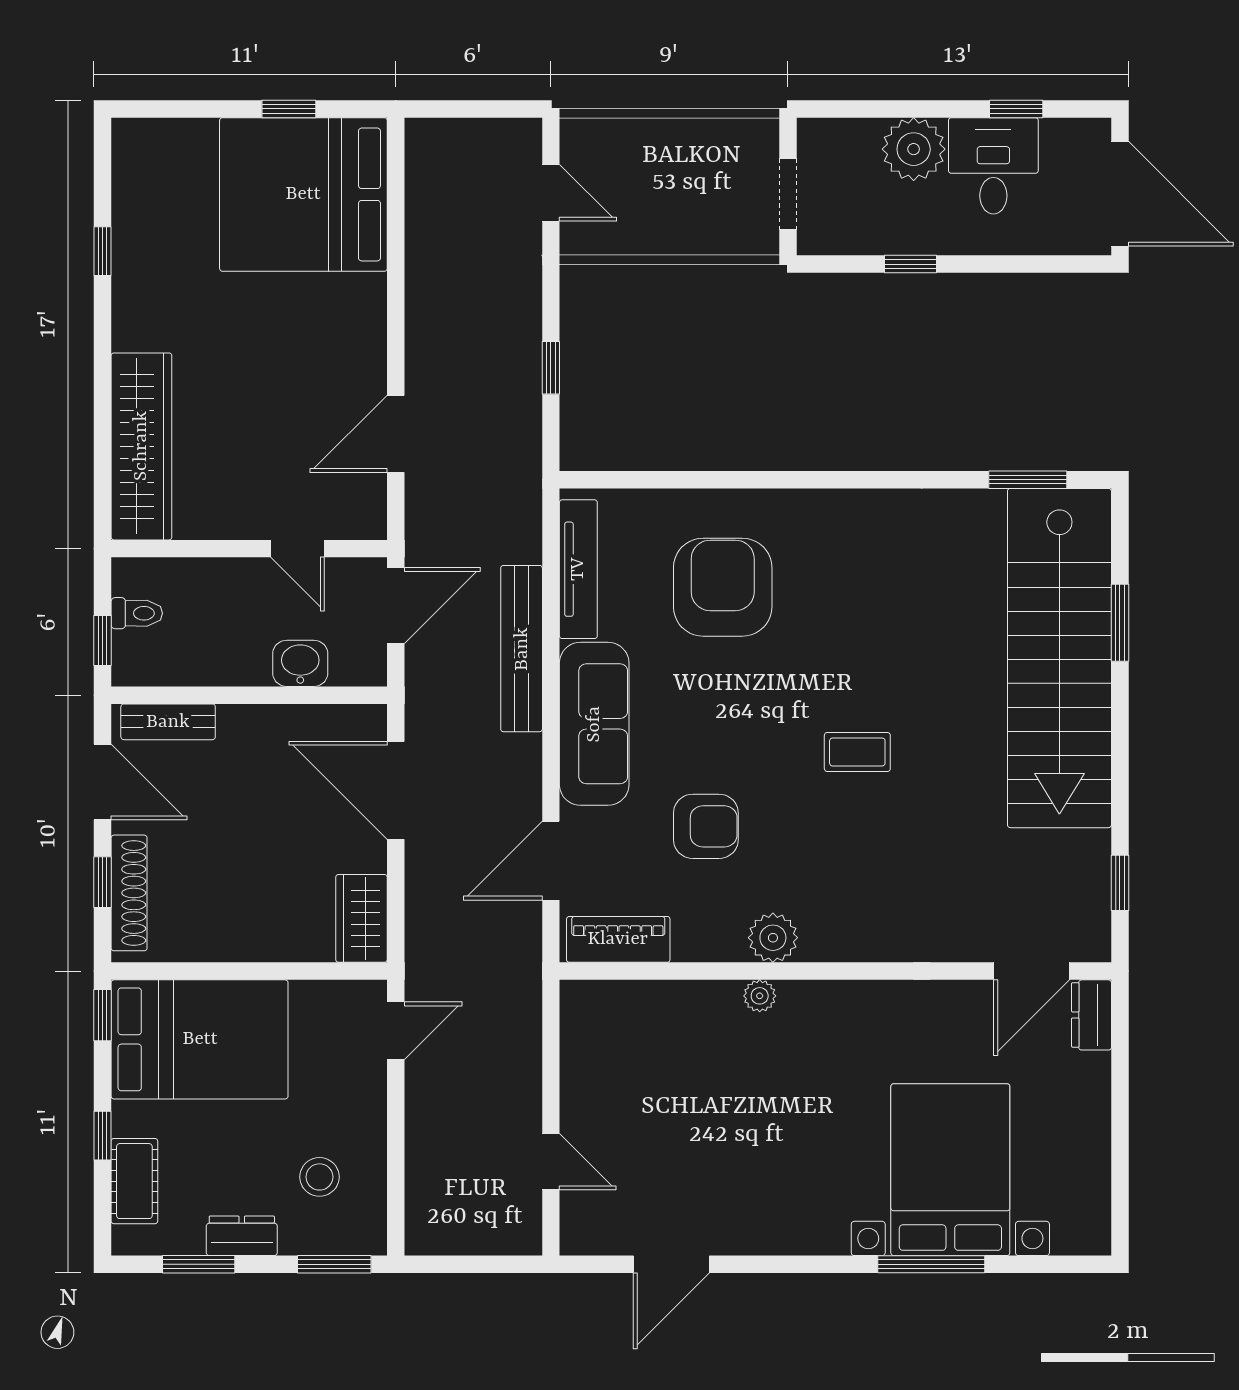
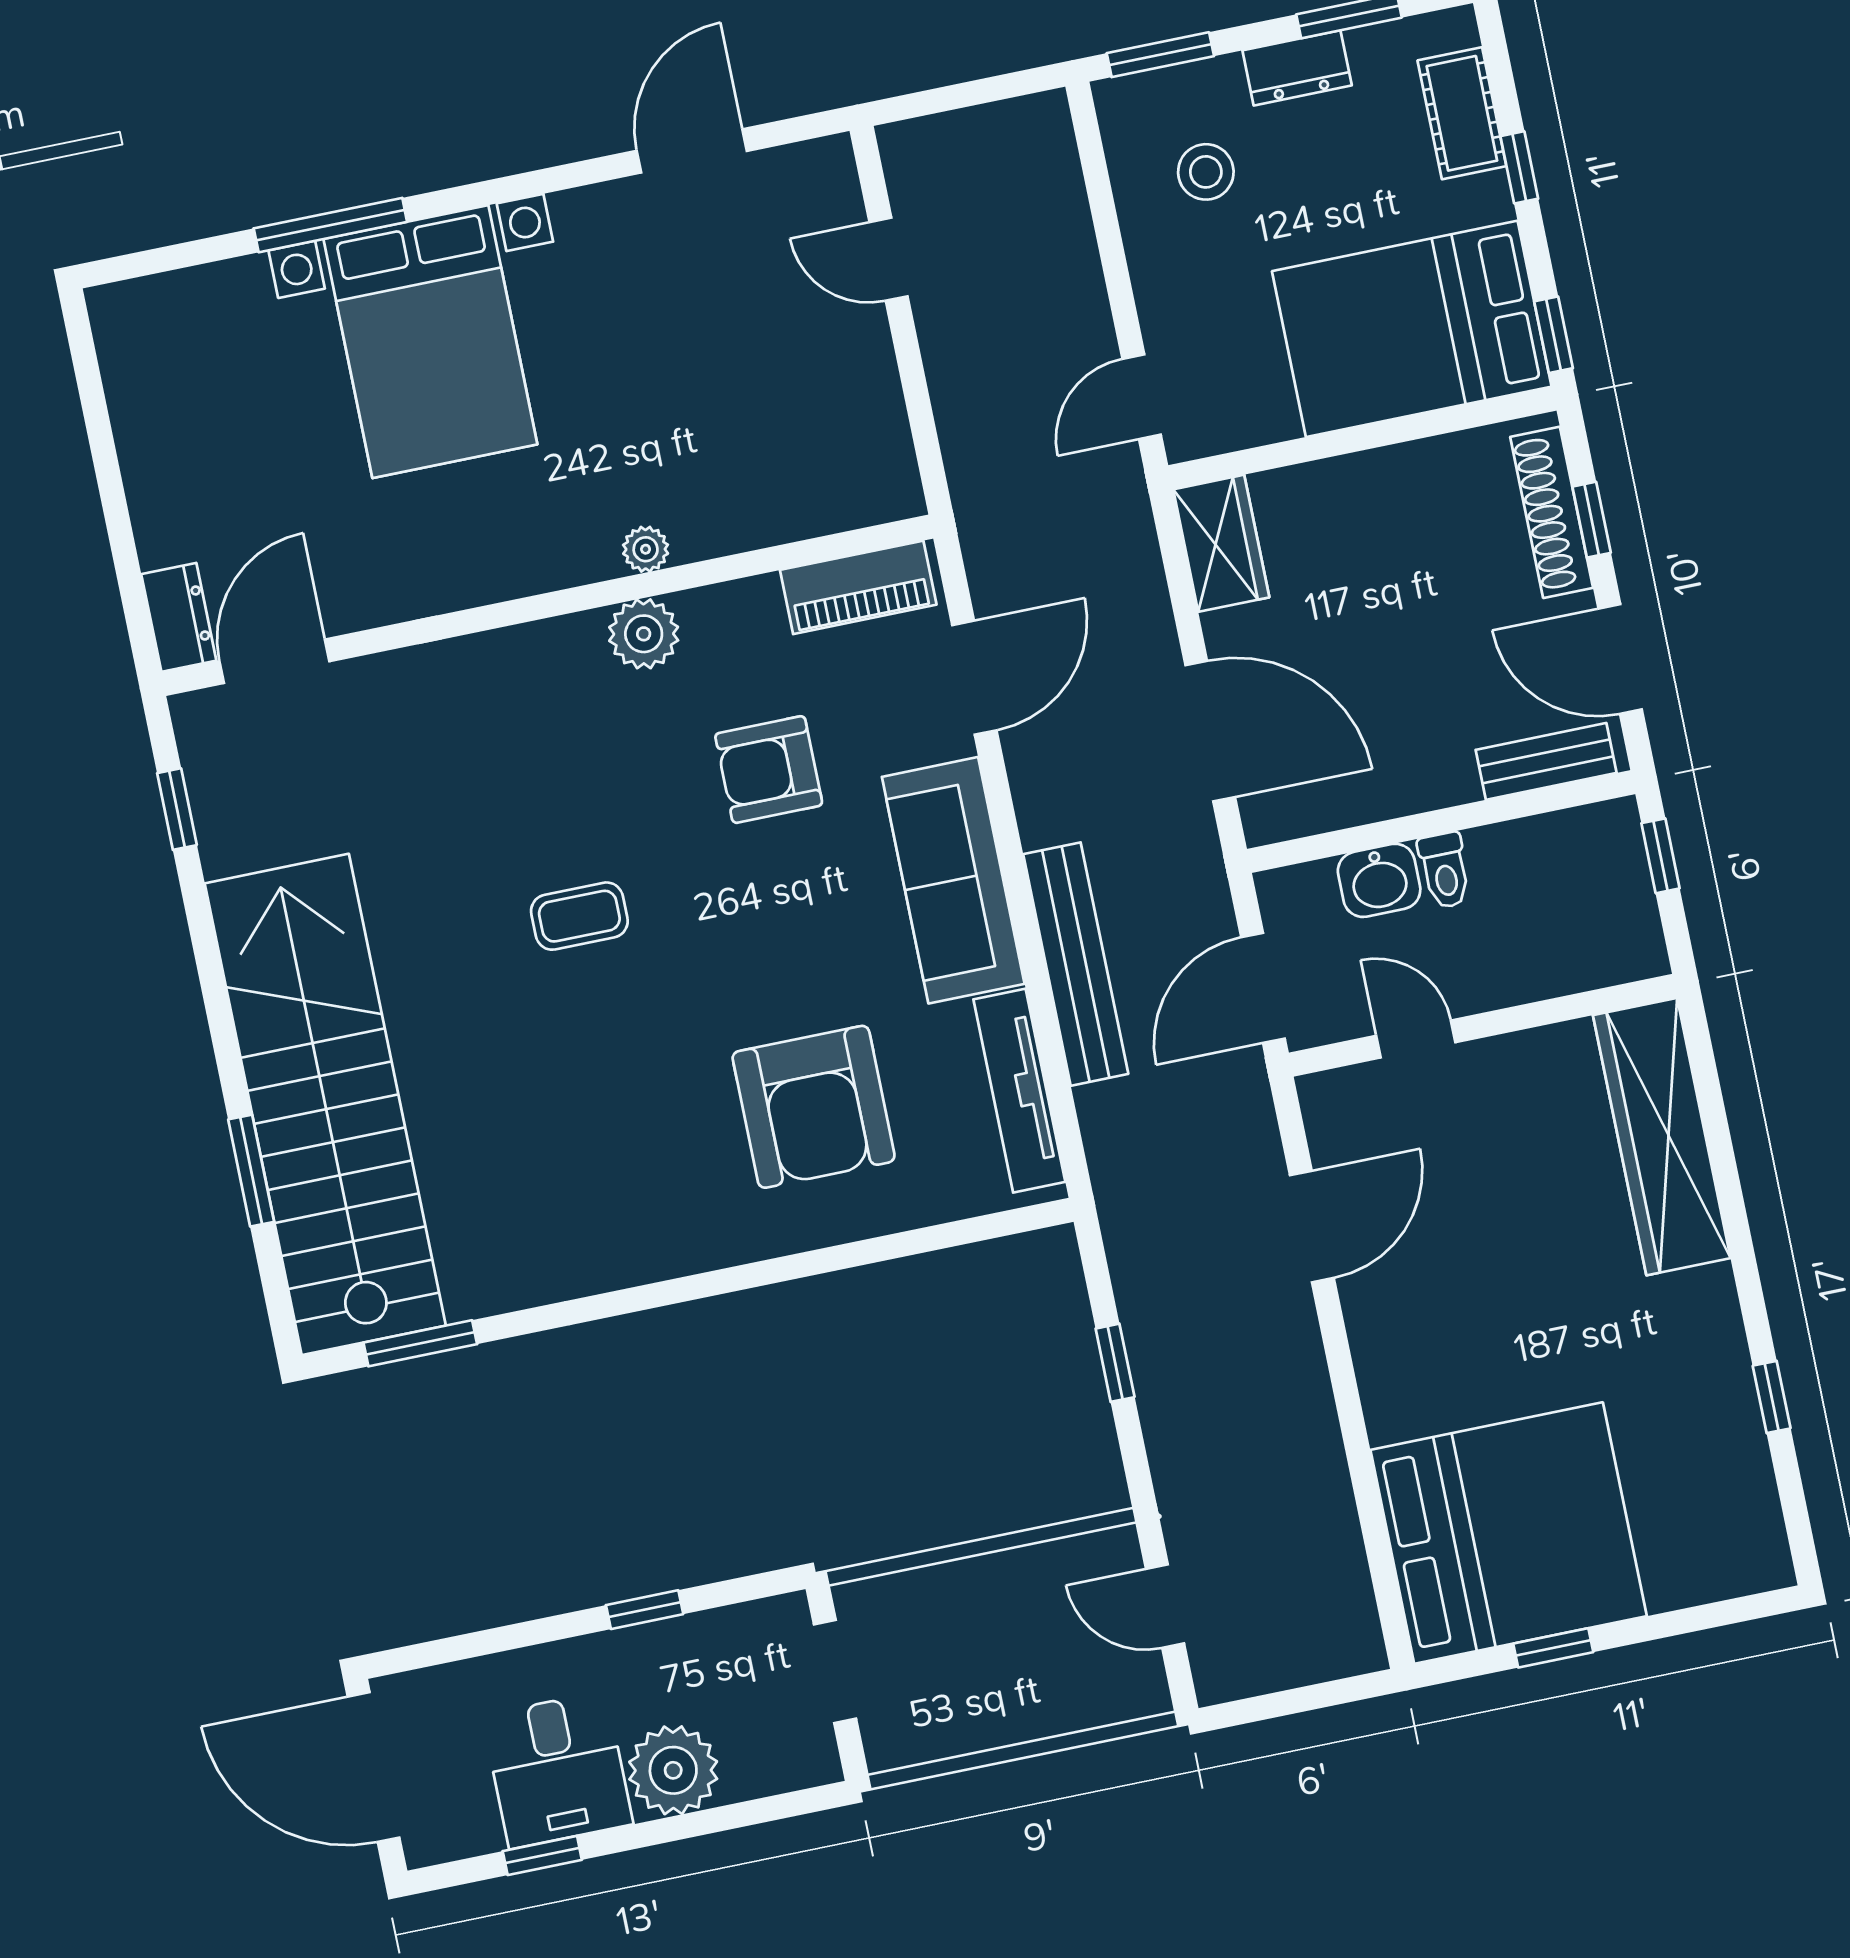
toilet: (137, 613) -> (1445, 870), moved, turned -90
bed with nightstands: (950, 1170) -> (430, 342), moved

